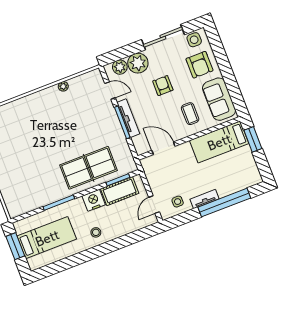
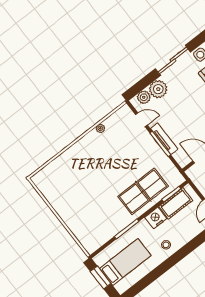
armchair: (163, 86) -> (185, 102), removed

